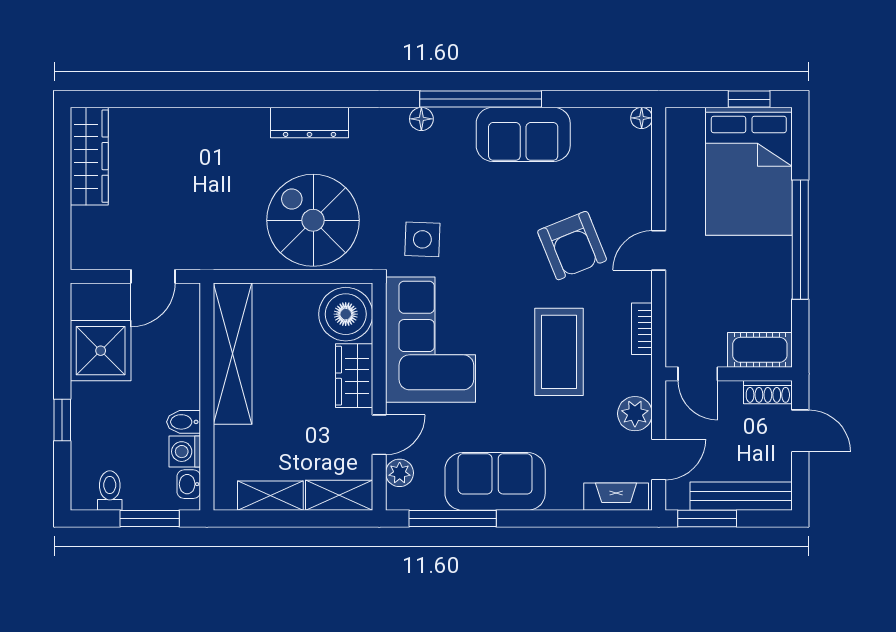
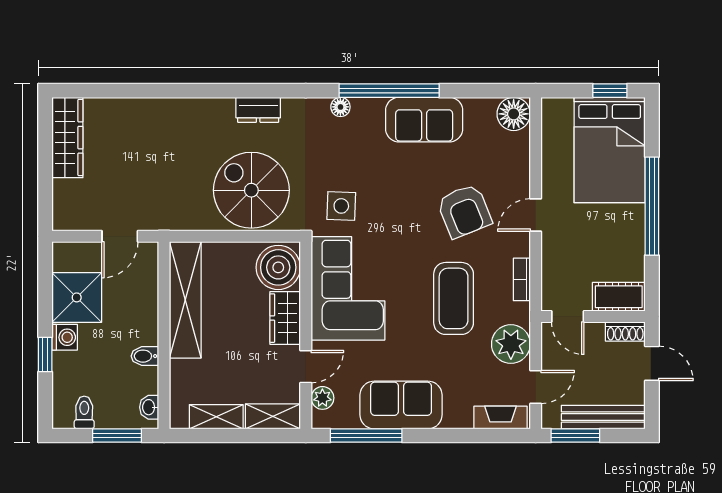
floor lamp: (642, 118) -> (514, 114), width x1.89, depth x1.89
dresser: (309, 122) -> (258, 110), width x0.70
plant: (635, 414) -> (511, 344), width x1.36, depth x1.36
washing machine: (185, 452) -> (65, 337), moved, turned 180

